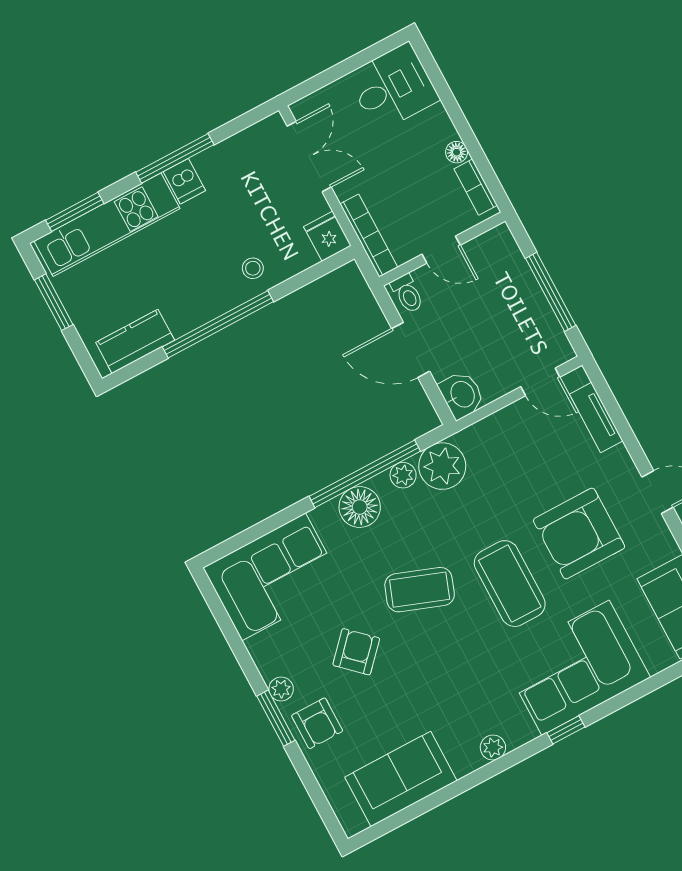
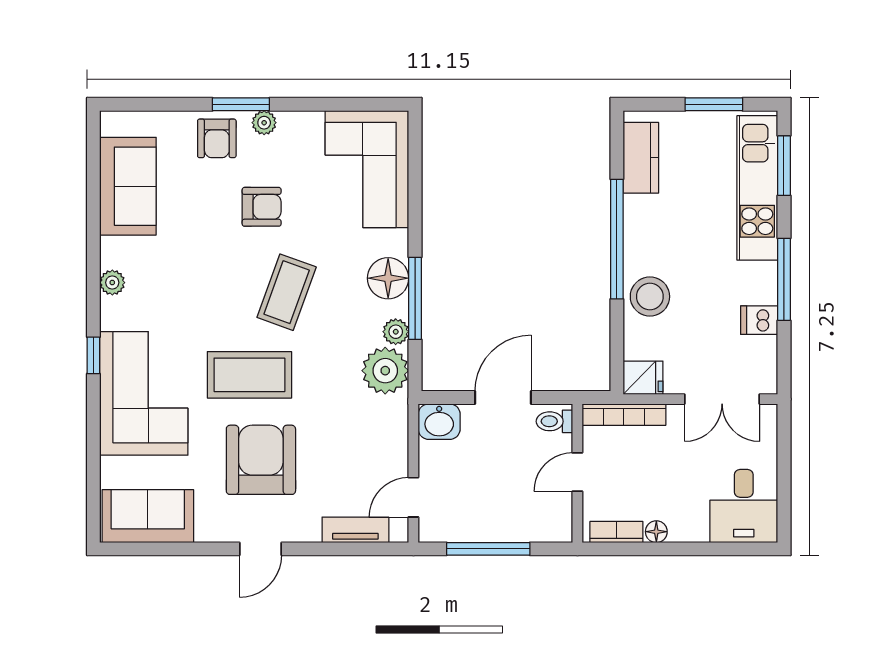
dishwasher: (184, 181) -> (759, 320), moved
stool: (253, 268) -> (650, 297), width x1.89, depth x1.89
window: (365, 474) -> (415, 298), width x0.68
armchair: (356, 652) -> (262, 207), turned -43
armchair: (317, 723) -> (217, 138), turned -90

